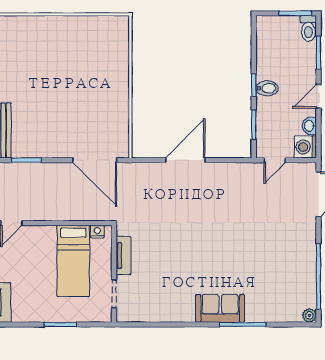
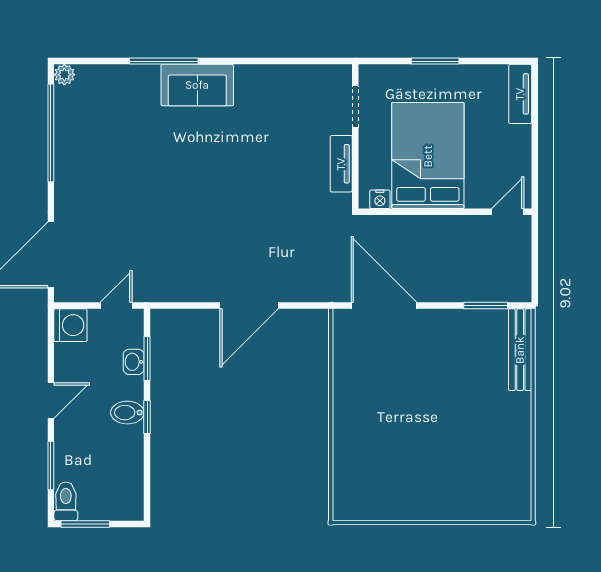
washbasin: (309, 126) -> (134, 362), moved, turned 180
bed: (73, 261) -> (428, 156), width x1.50

